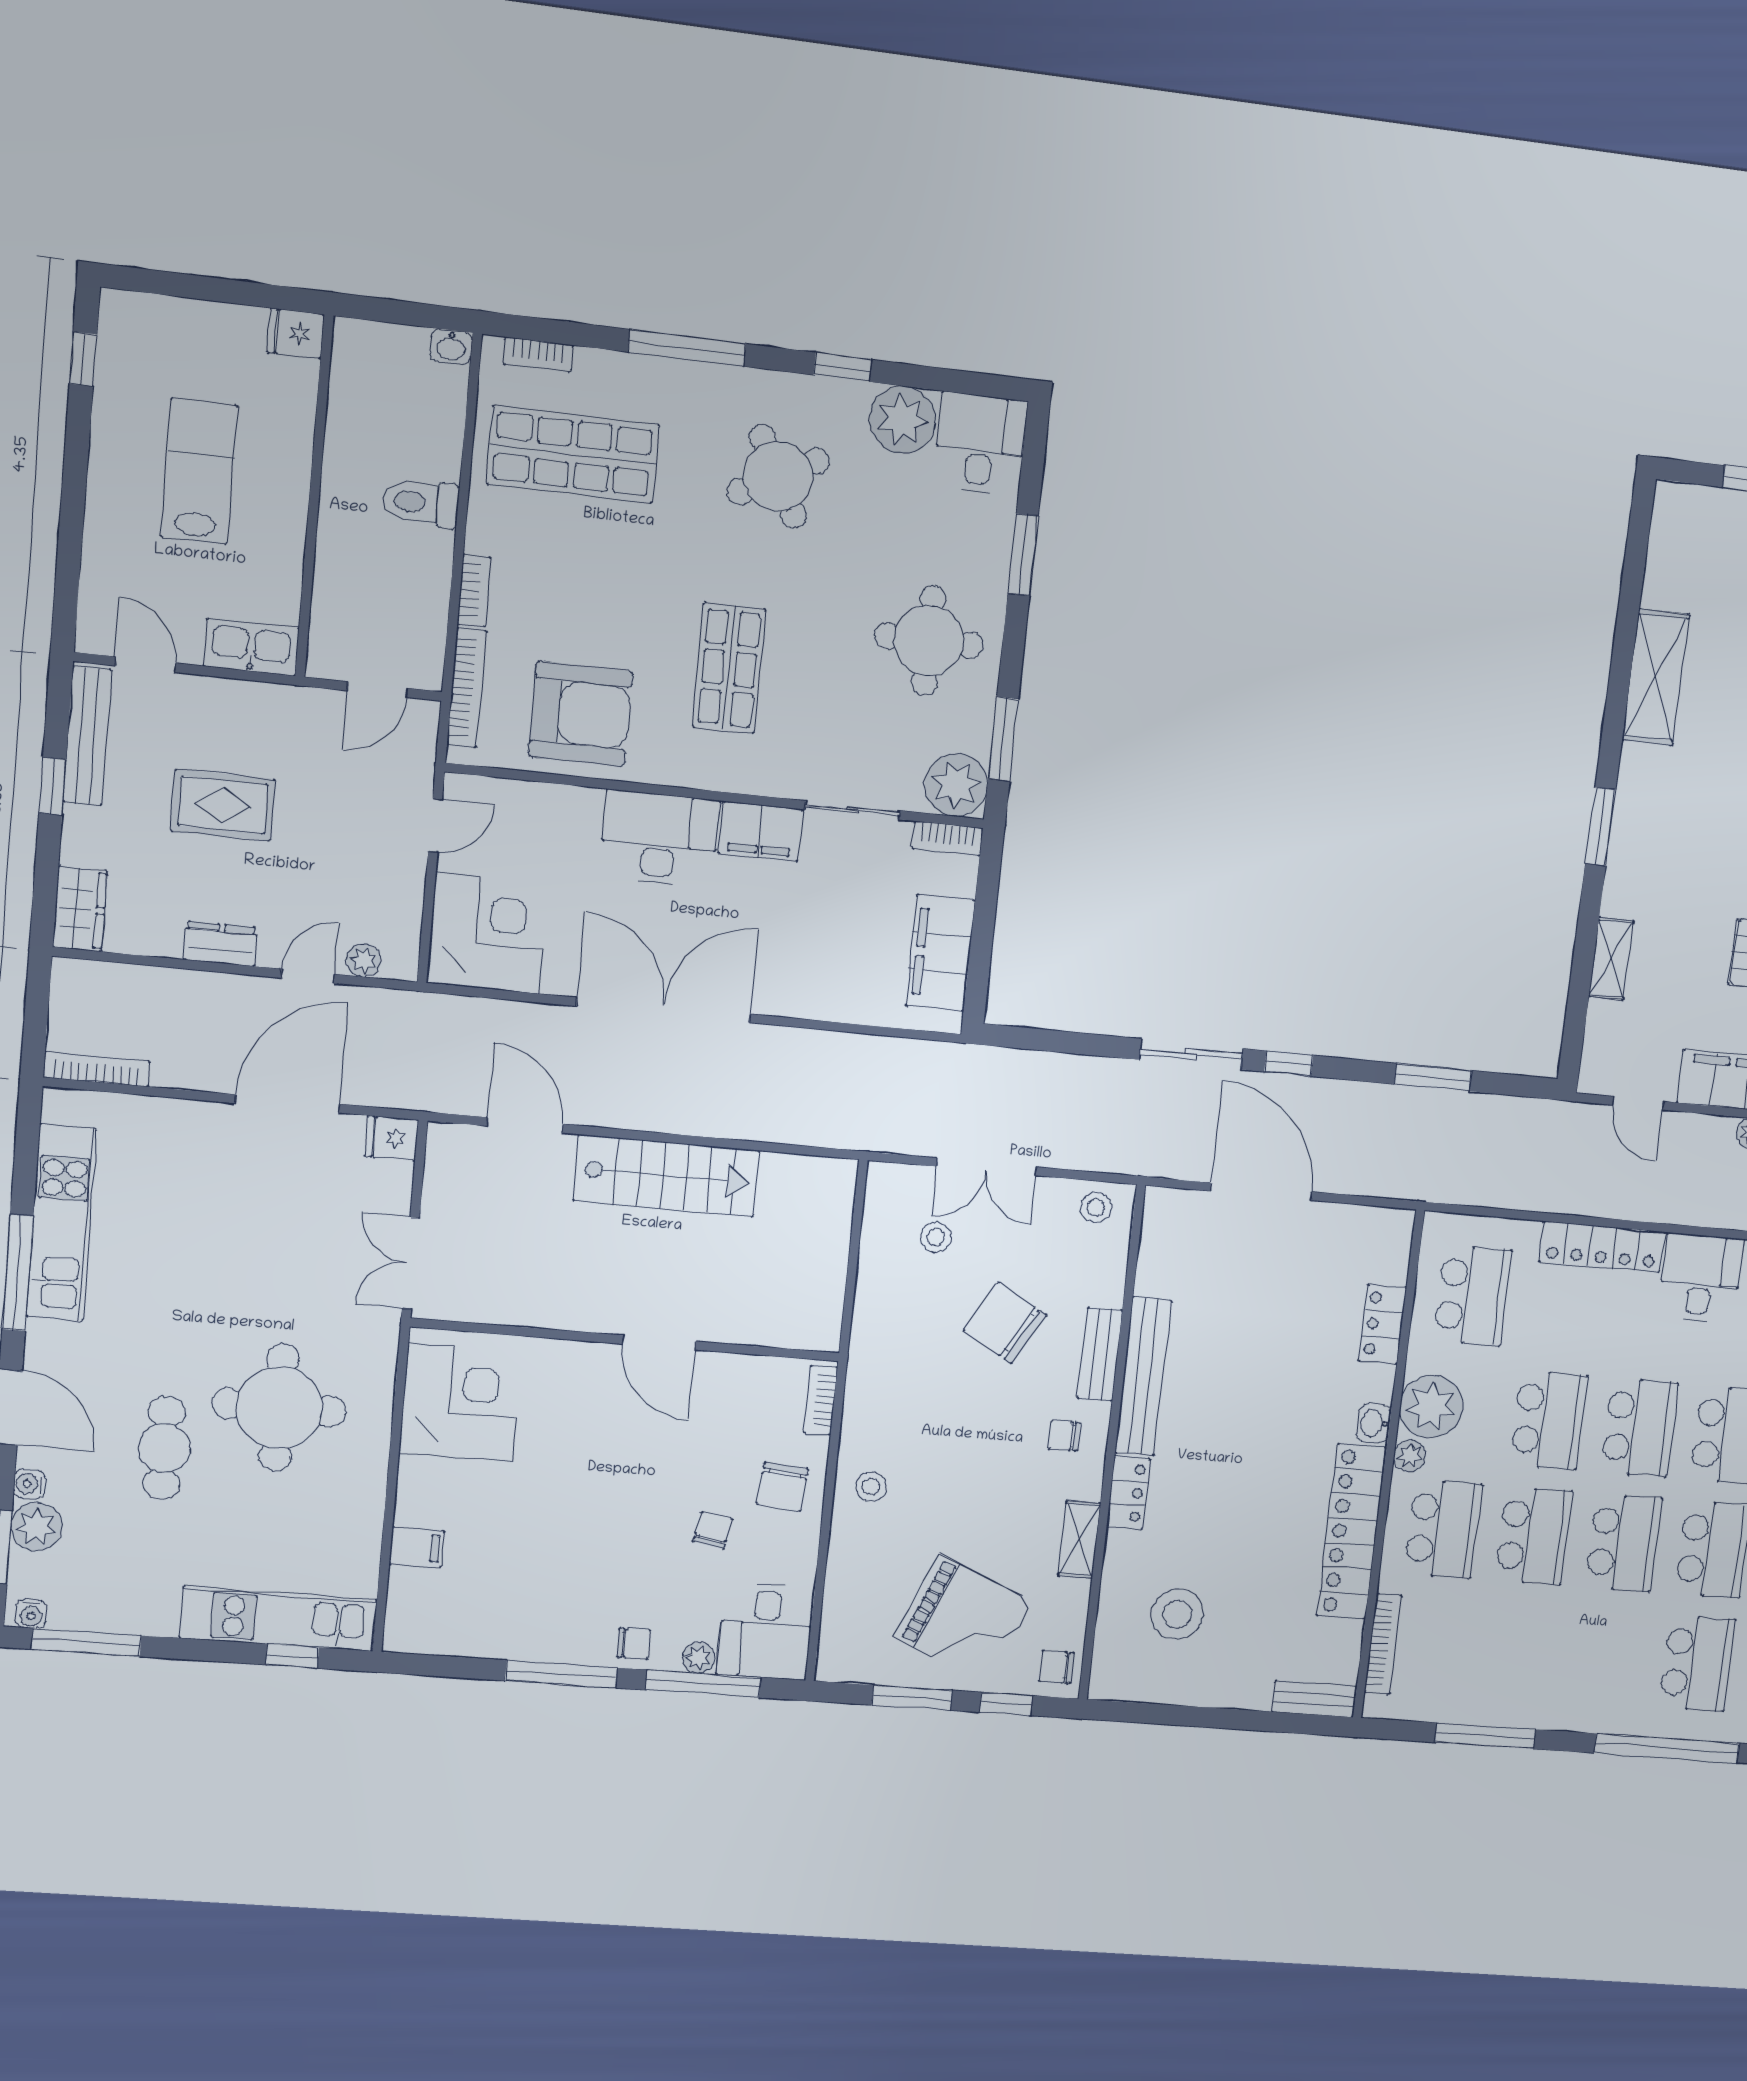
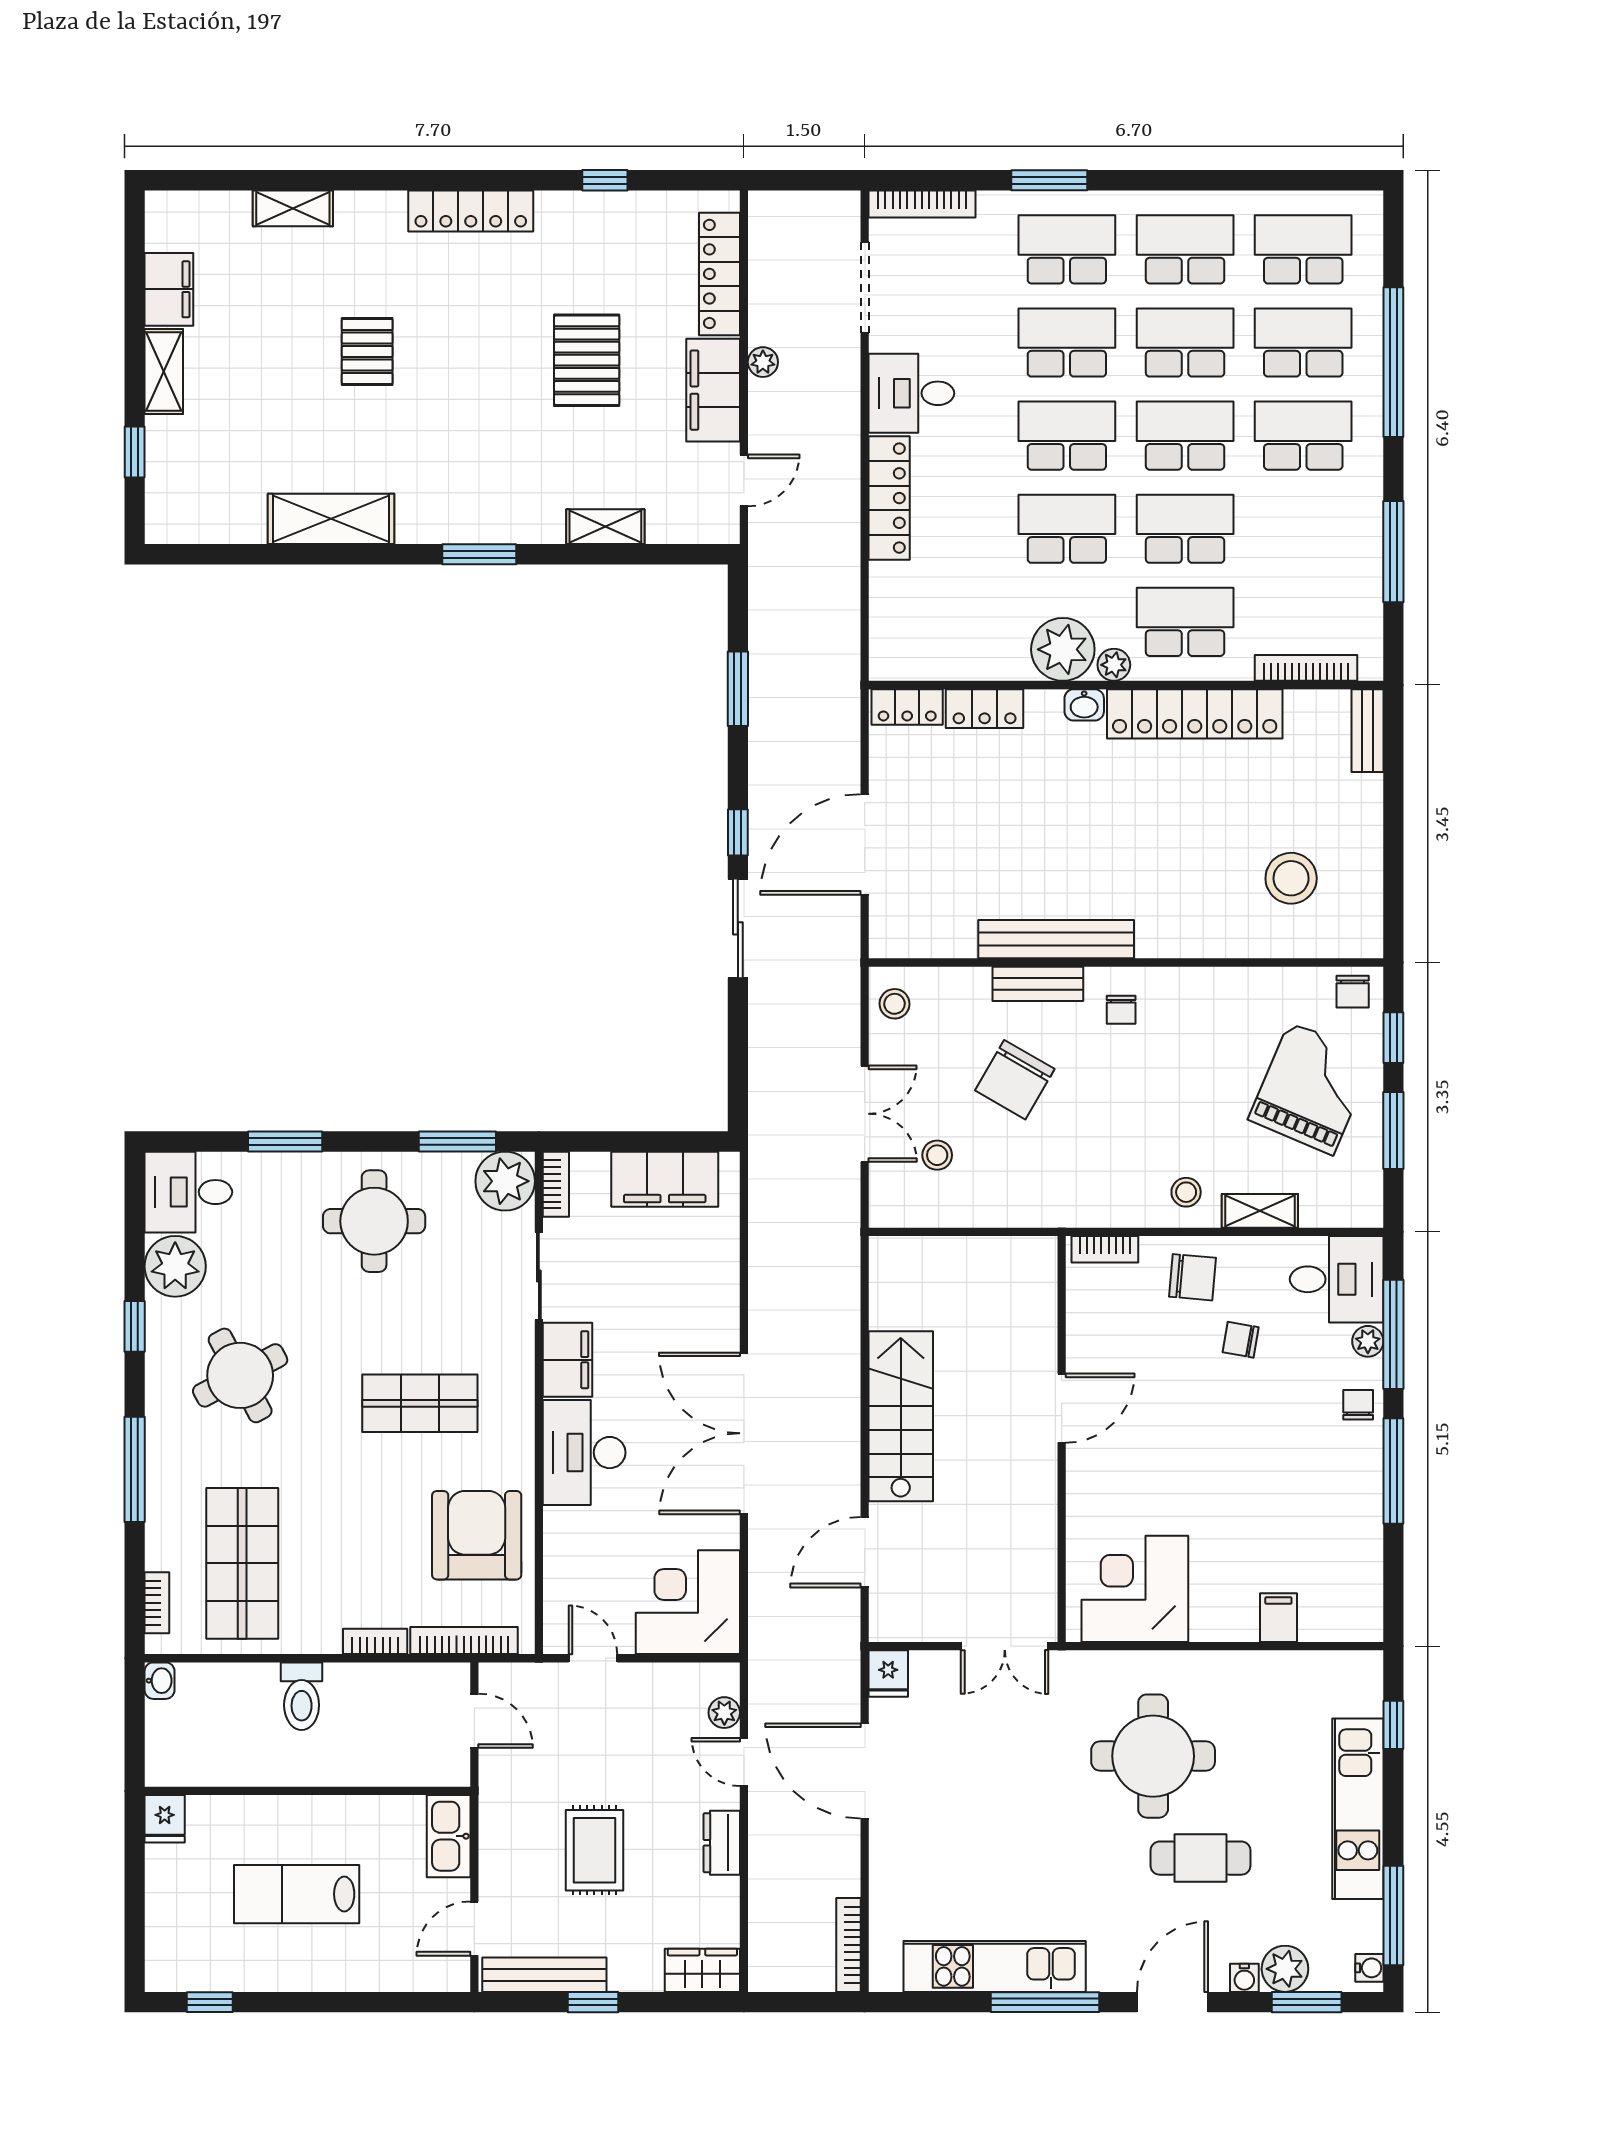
school desk: (1473, 1296) -> (1303, 436), moved
locker: (1128, 1493) -> (907, 707), moved, turned 180
shelving: (1079, 1539) -> (1260, 1211), moved
kitchen unit: (278, 1619) -> (1358, 1809), moved

